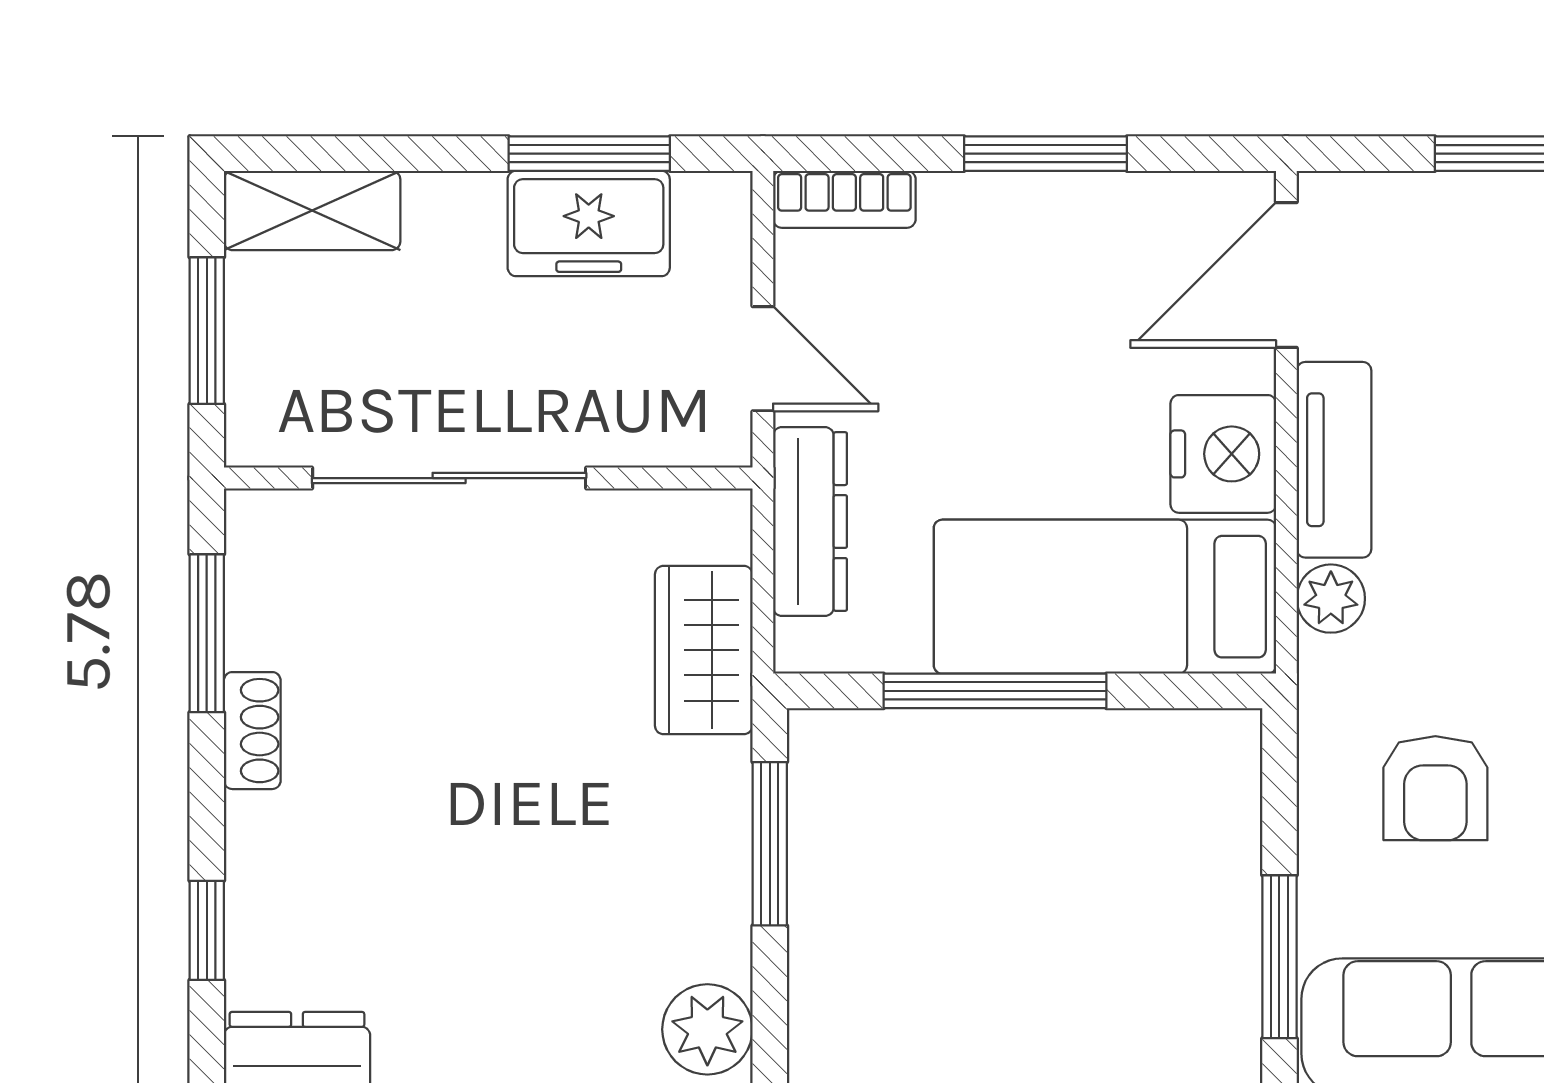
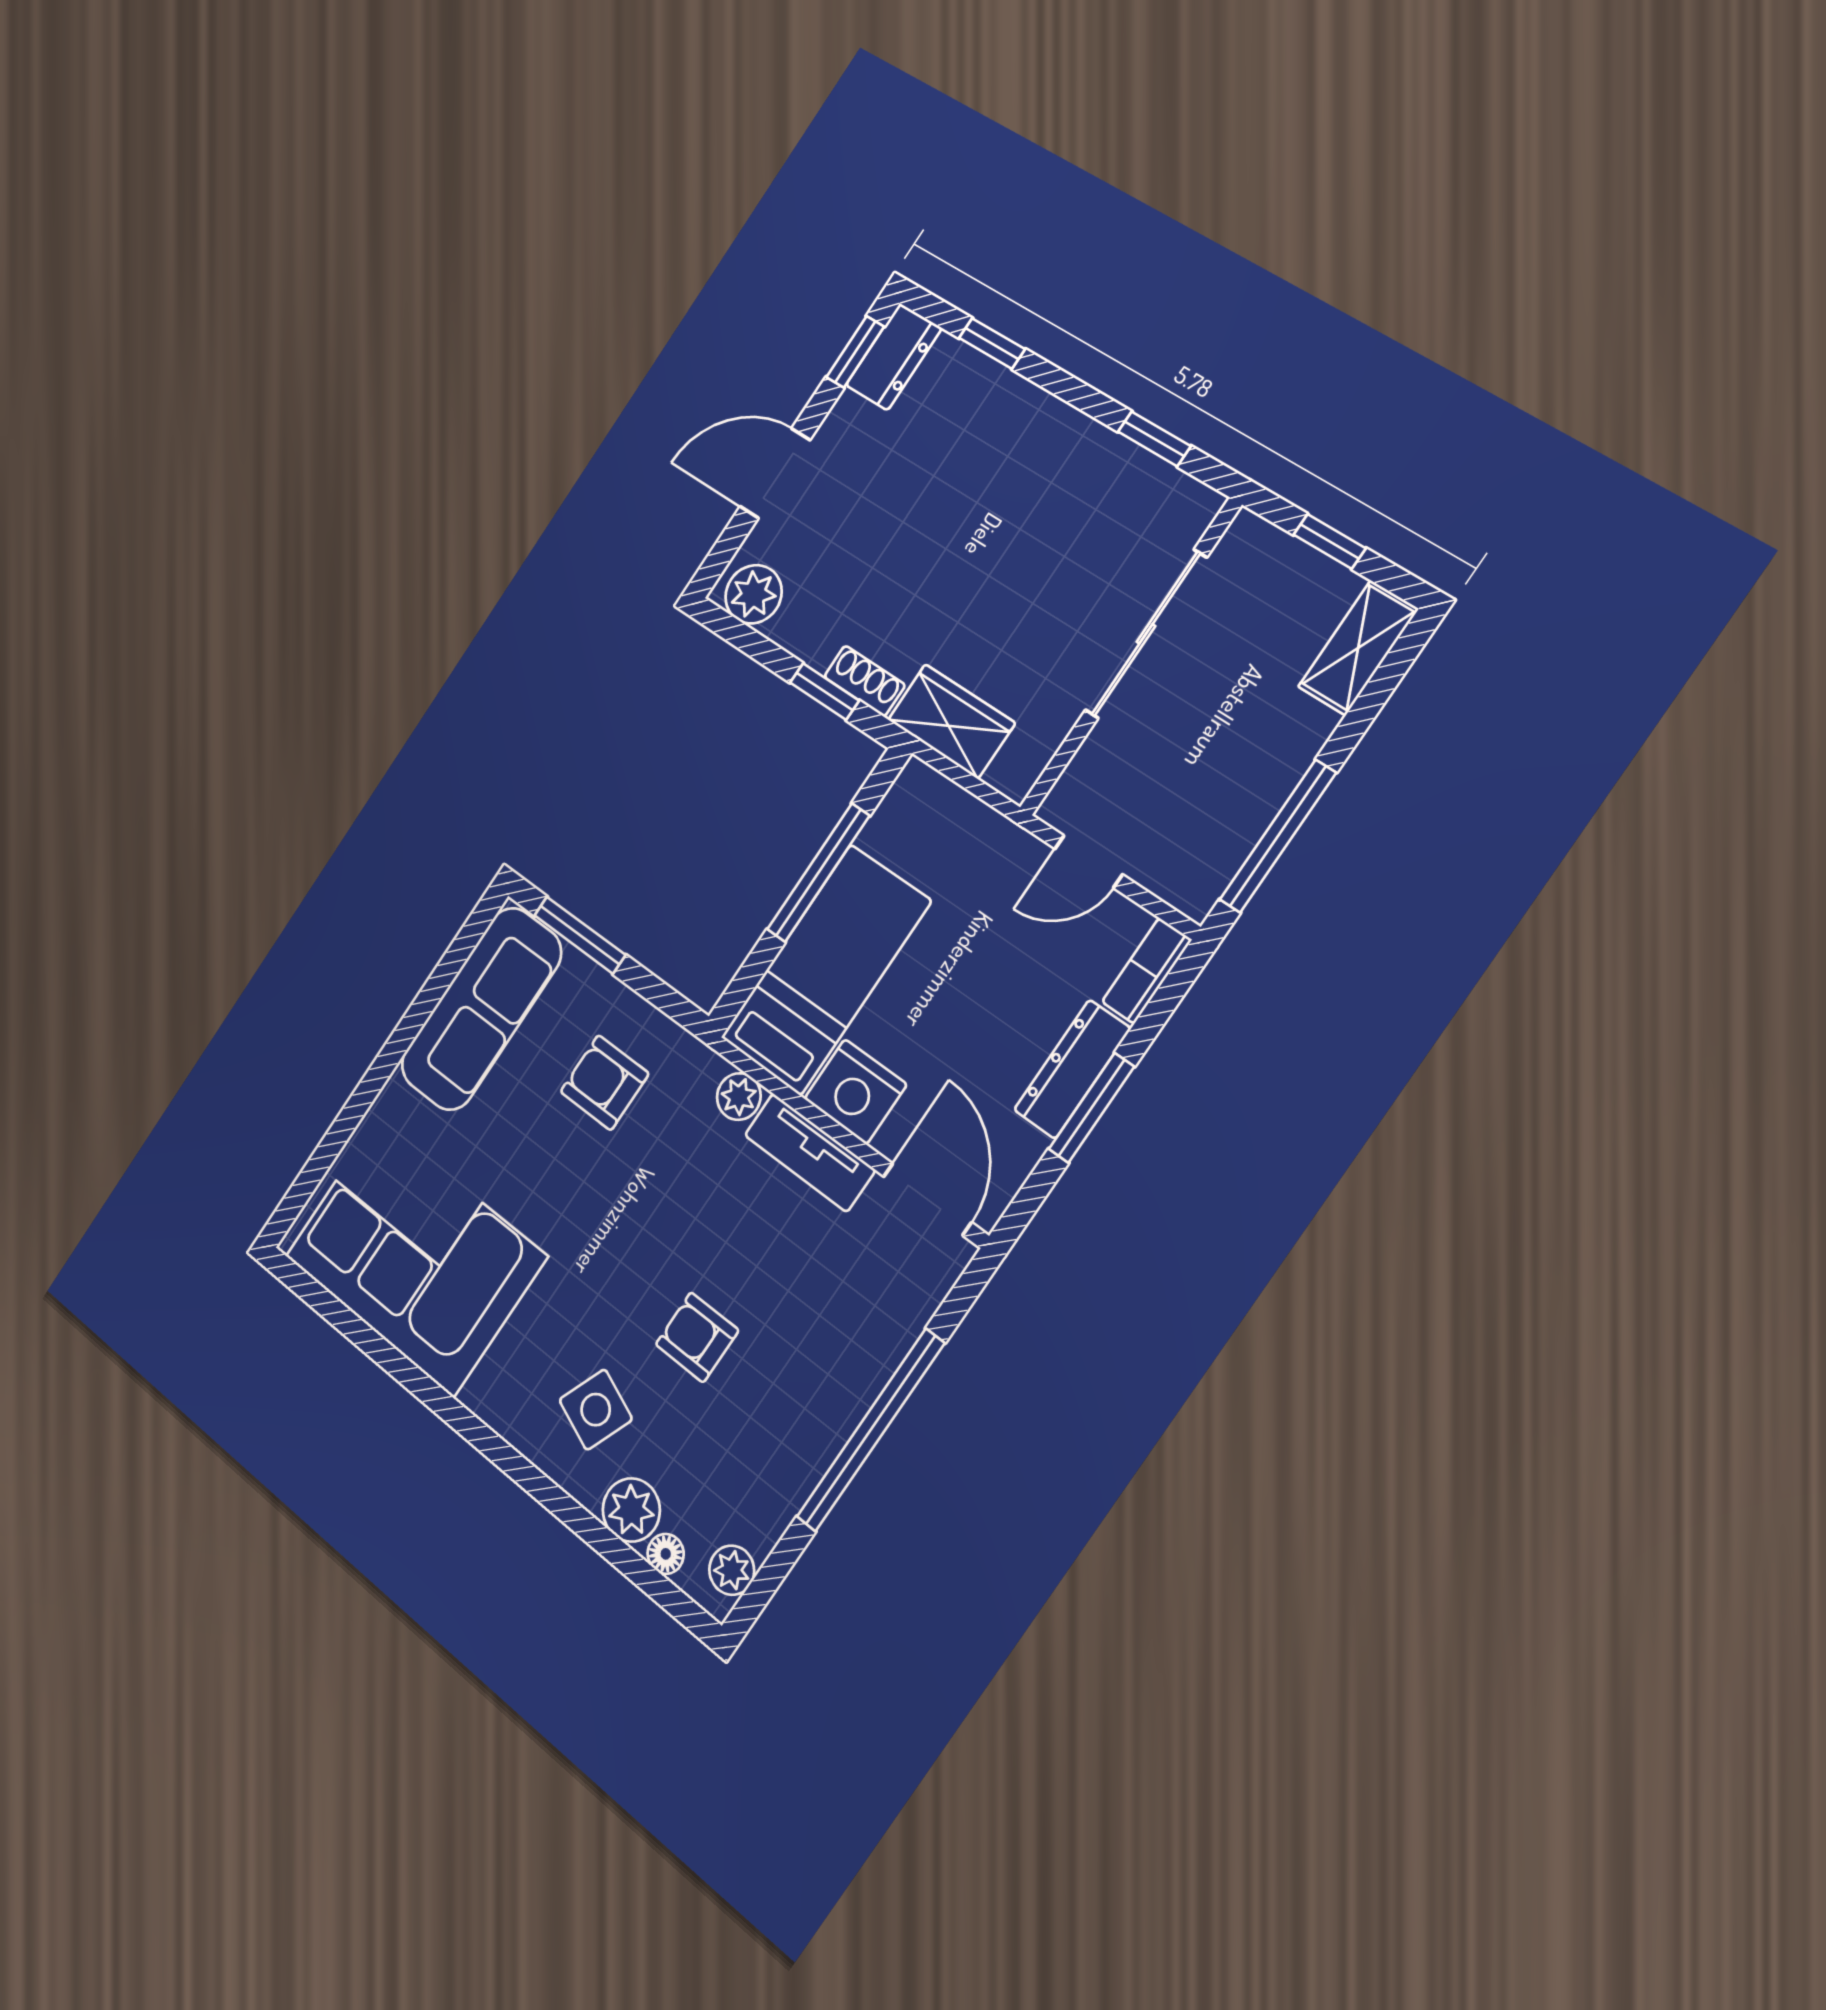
window: (589, 154) -> (1278, 836), width x1.44
freezer: (589, 223) -> (1237, 809), removed
window: (207, 331) -> (1330, 541), width x0.67
dresser: (810, 522) -> (1072, 1069), moved, turned 90
window: (207, 633) -> (1154, 439), width x0.67
shoe rack: (252, 731) -> (865, 681), moved, turned 180
window: (770, 844) -> (824, 691), width x0.67

